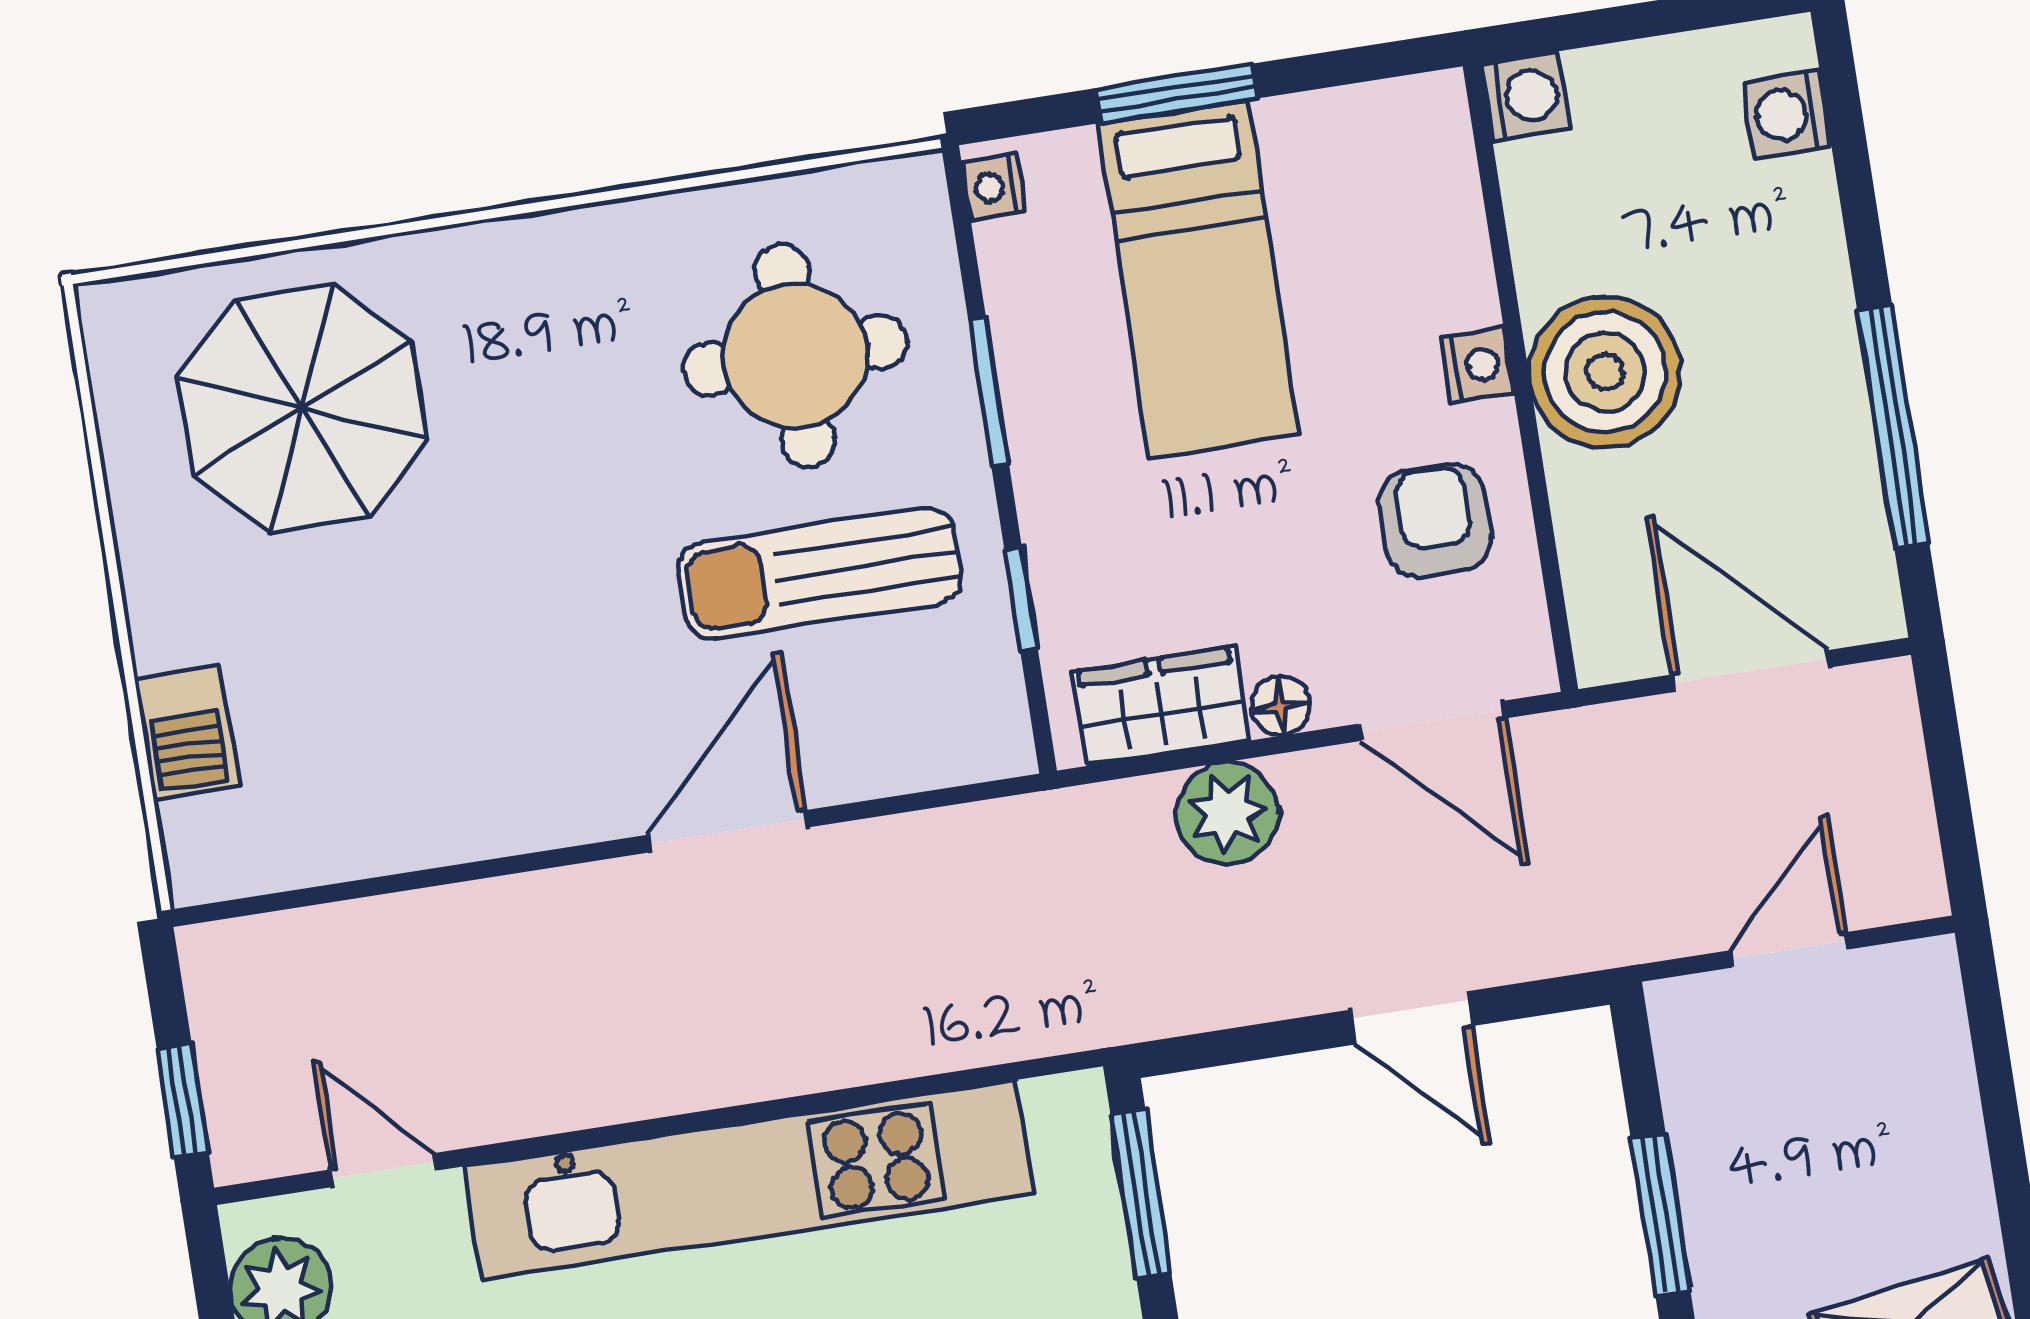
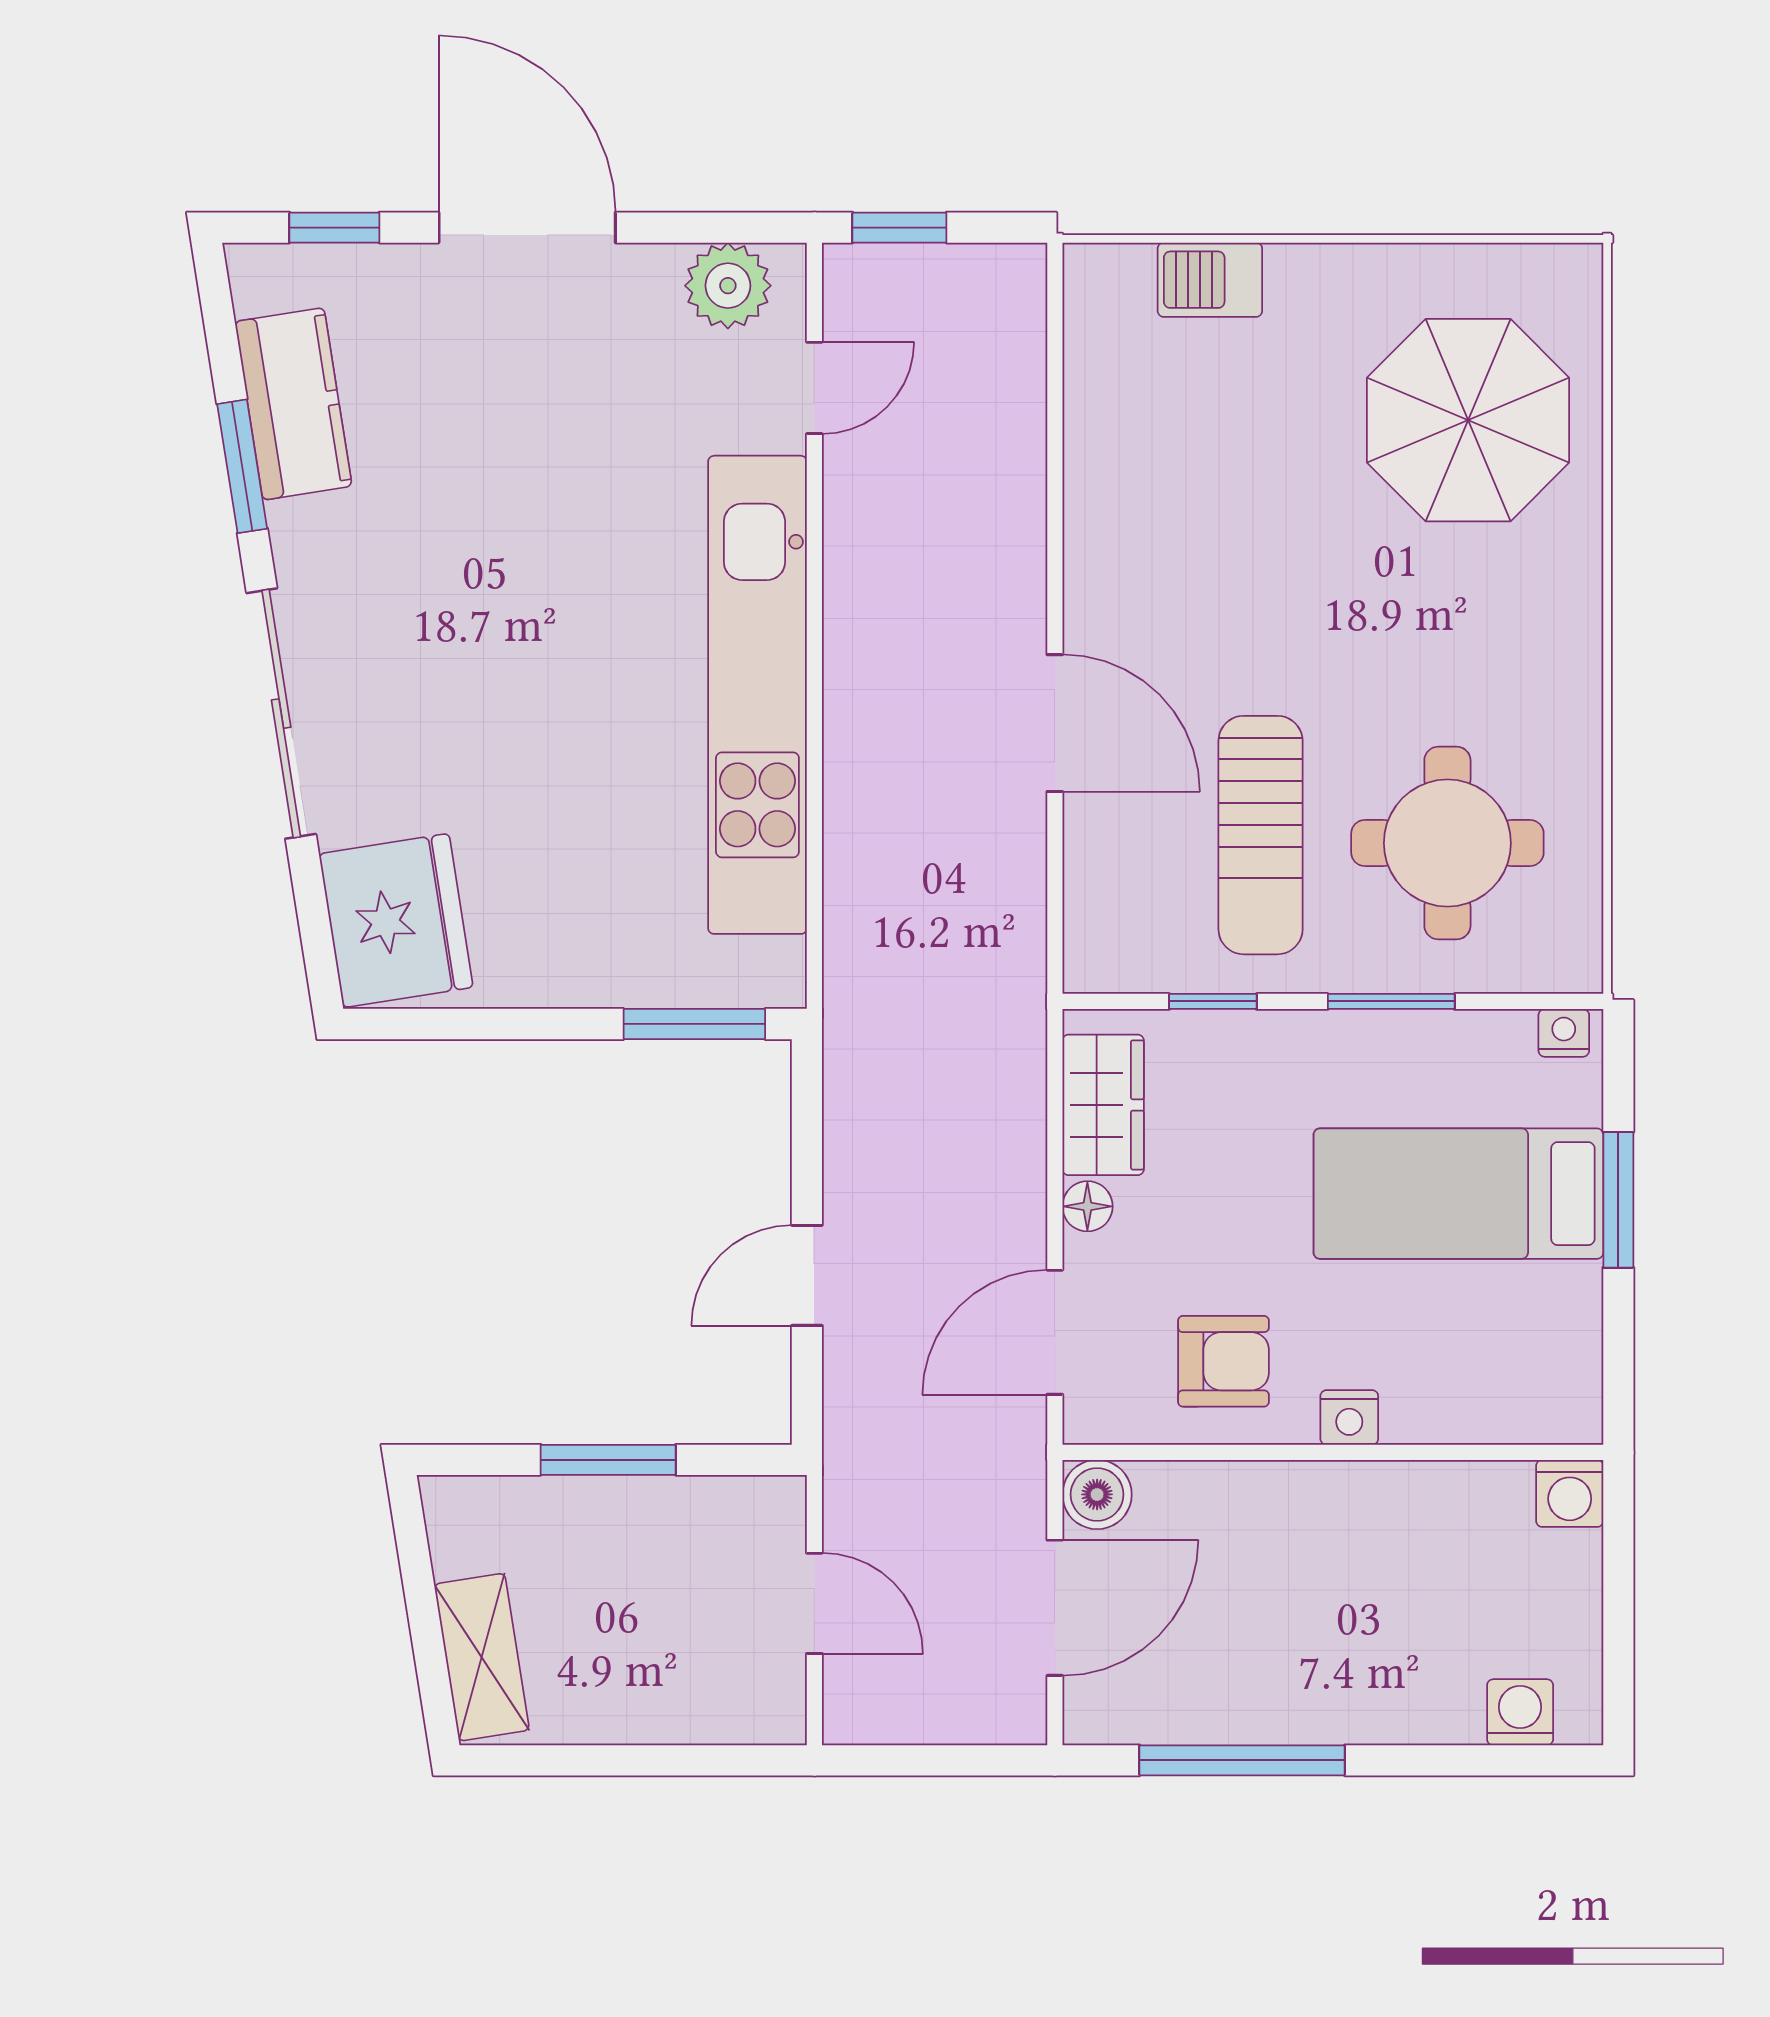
boiler: (1605, 372) -> (1097, 1494), moved, width x0.54, depth x0.54
sun lounger: (820, 573) -> (1261, 835), turned 180
plant: (1228, 813) -> (1004, 1147), removed

